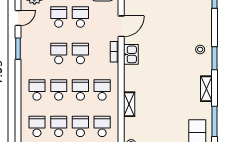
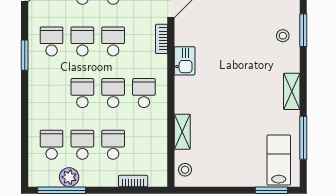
window: (18, 49) -> (25, 55), moved
kitchen sink: (131, 54) -> (185, 61), moved
window: (215, 58) -> (303, 30), moved
school desk: (37, 90) -> (52, 41), moved
shelving: (129, 104) -> (182, 132), moved
school desk: (102, 126) -> (144, 145), removed

